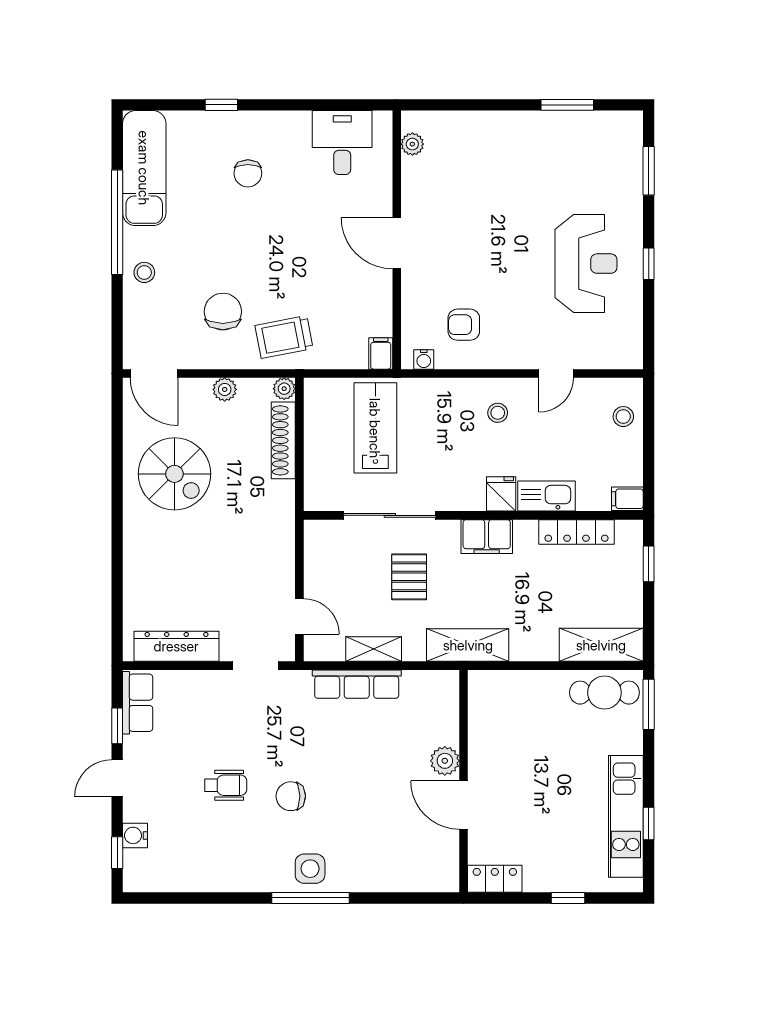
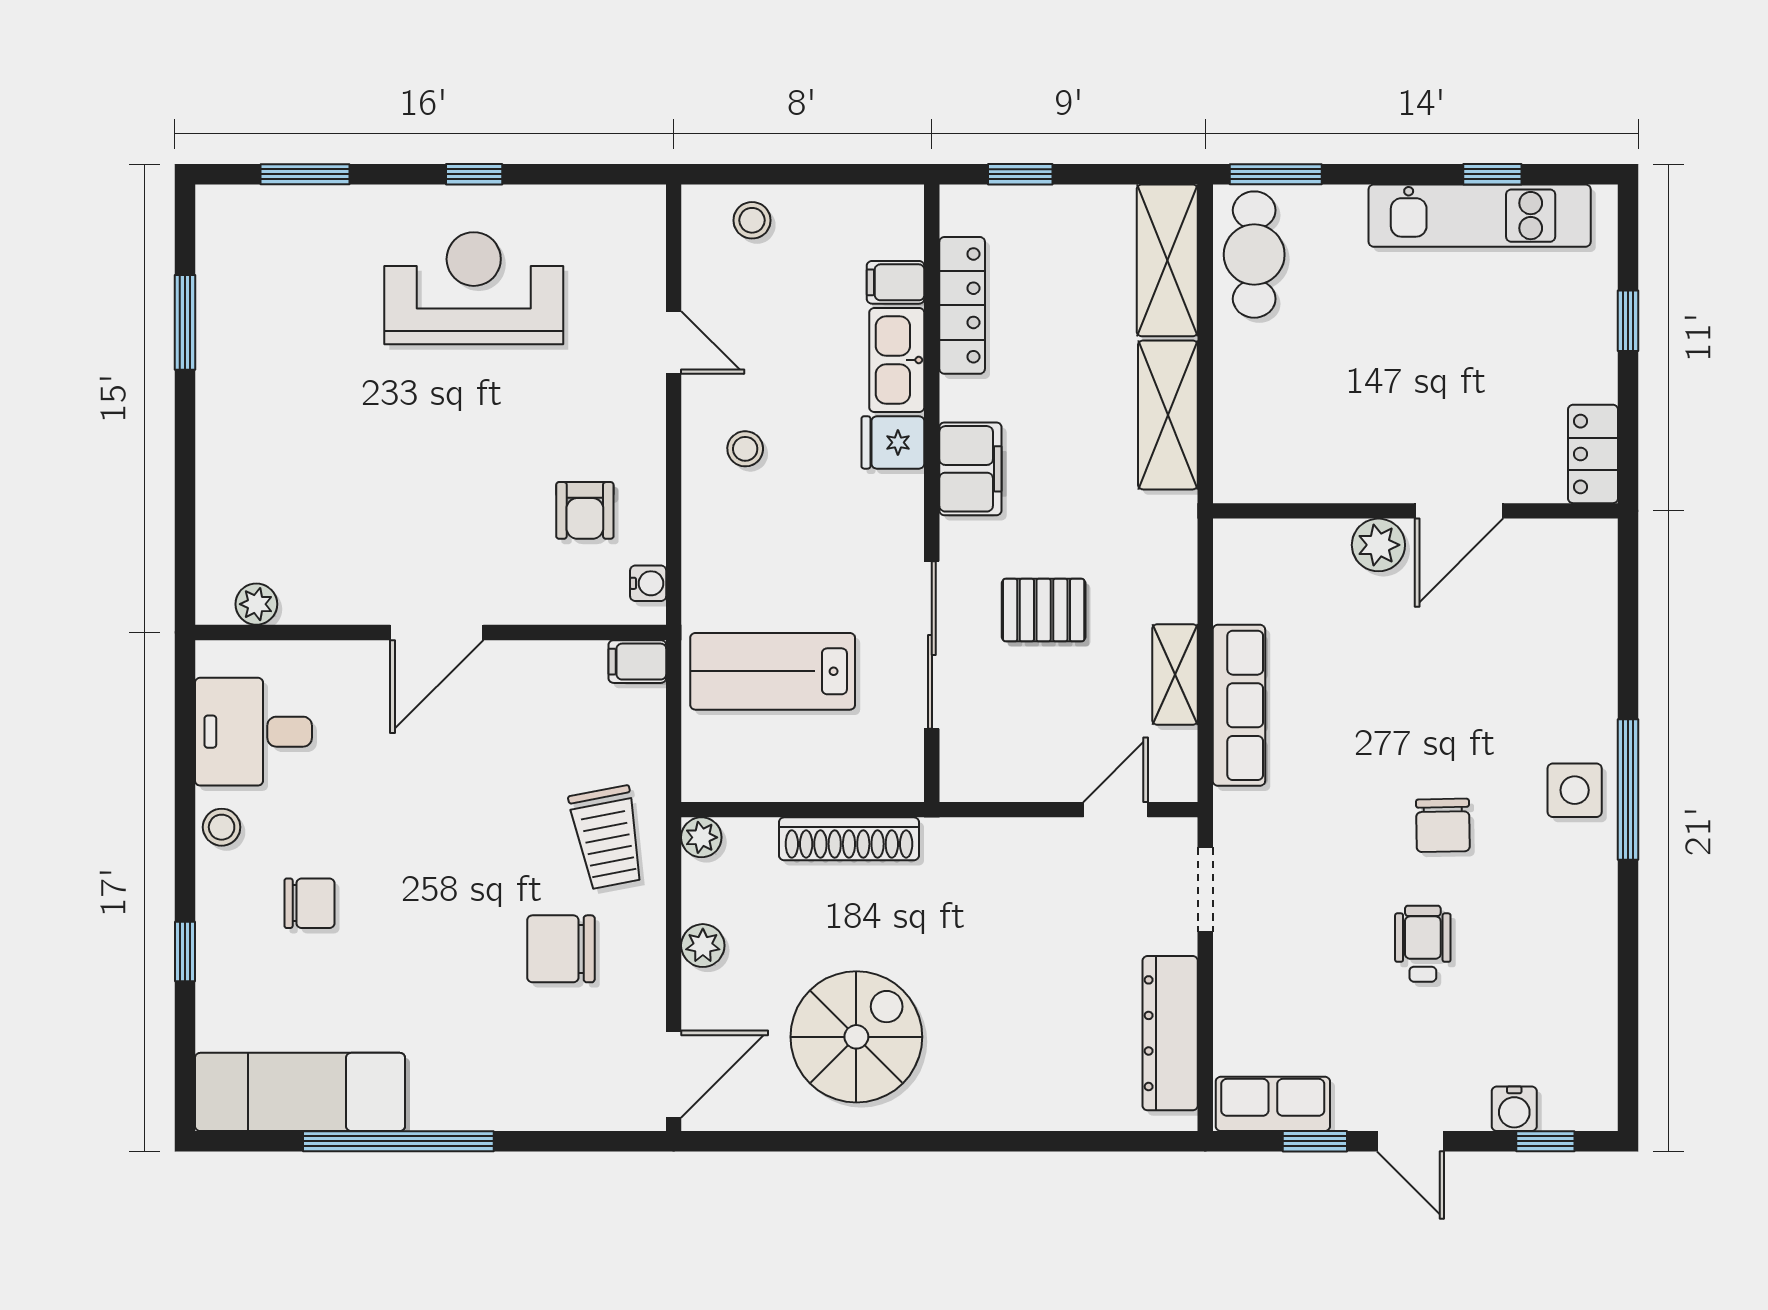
stool: (144, 272) -> (222, 827), moved
shoe rack: (283, 440) -> (849, 839), moved
filing cabinet: (627, 499) -> (896, 282), moved, turned 90
shelving: (468, 645) -> (1168, 415), moved

